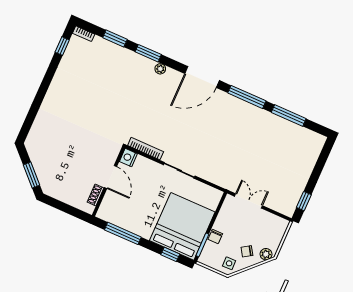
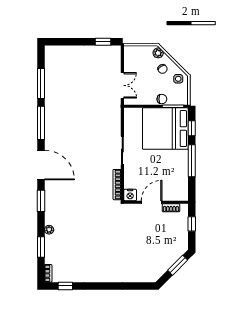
window: (148, 53) -> (41, 201), moved
plant: (160, 69) -> (49, 230), moved
double door: (248, 201) -> (122, 85), swing flipped
window: (69, 209) -> (192, 224), added
window: (123, 233) -> (192, 161), moved

